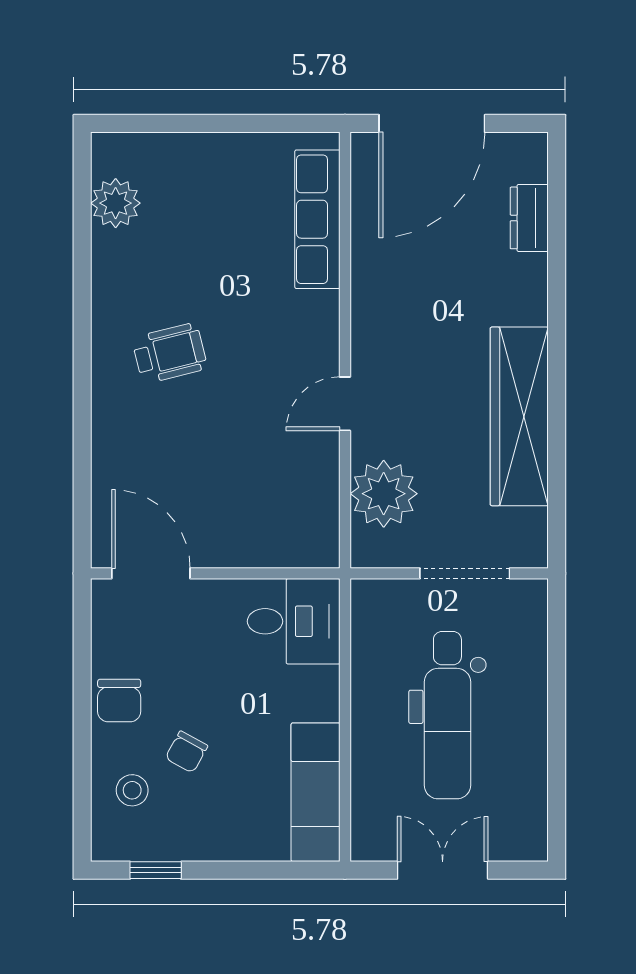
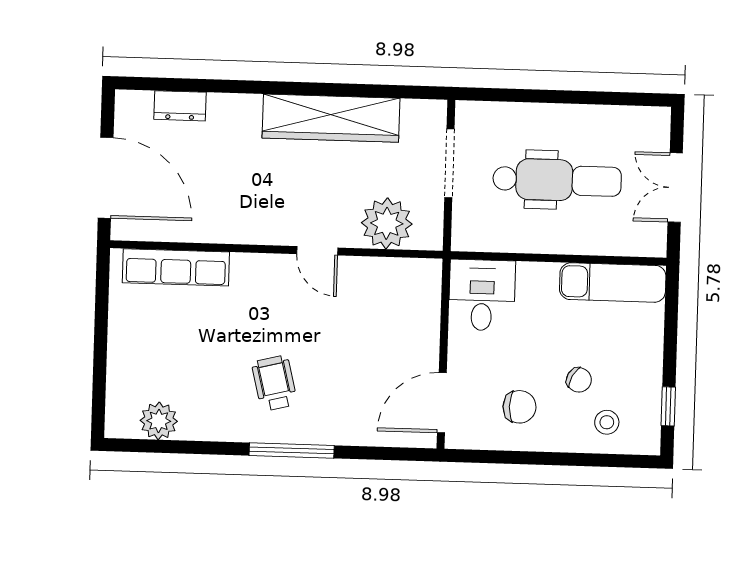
window: (82, 378) -> (292, 451), added
chair: (119, 701) -> (519, 407), moved

